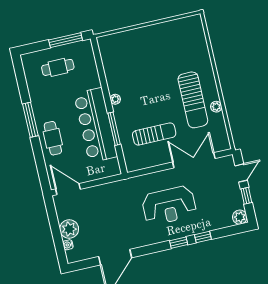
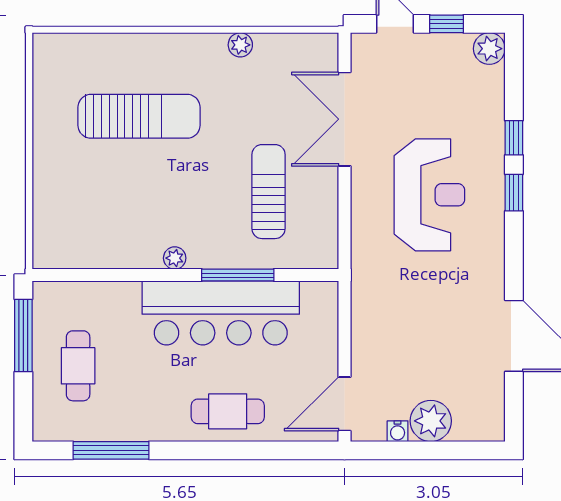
sun lounger: (193, 100) -> (139, 116), moved
window: (30, 120) -> (111, 450), moved
water cooler: (68, 245) -> (398, 431), moved

